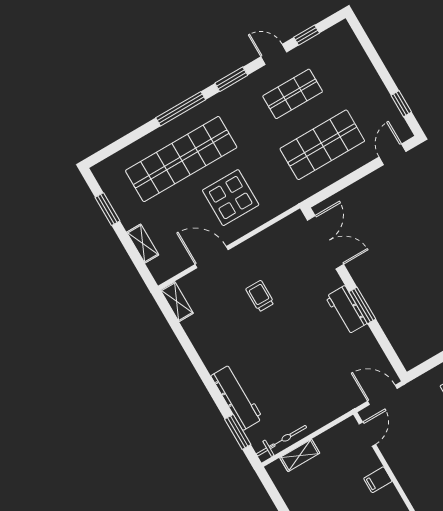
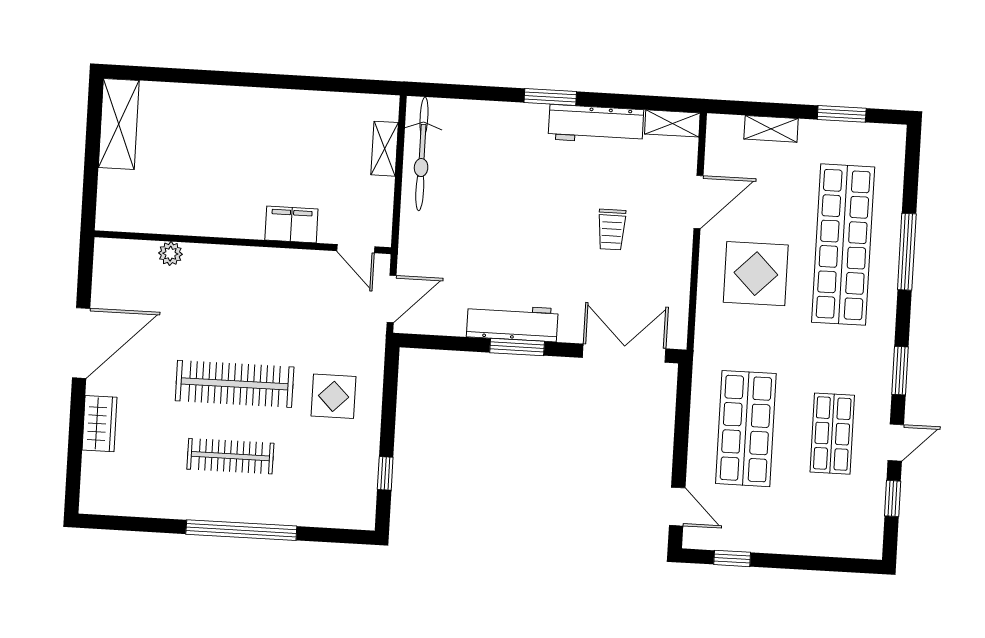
window: (181, 109) -> (907, 252), moved
double door: (325, 242) -> (624, 353), swing flipped
trolley: (260, 296) -> (612, 230), turned 90
workbench: (346, 310) -> (512, 323), width x1.38
workbench: (237, 397) -> (596, 124), moved
window: (238, 432) -> (550, 97), moved
bicycle: (281, 441) -> (422, 154), width x1.37, depth x1.40
filing cabinet: (378, 480) -> (291, 224), width x2.00

